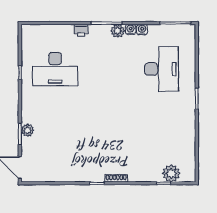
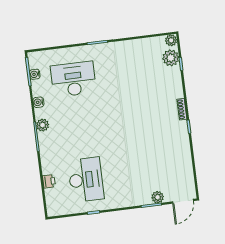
water cooler: (131, 29) -> (35, 74), moved
printer: (81, 30) -> (49, 181), moved
plant: (27, 130) -> (158, 197), moved
plant: (189, 176) -> (171, 40), added

